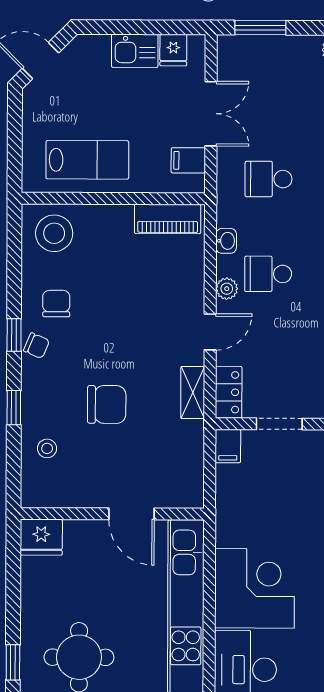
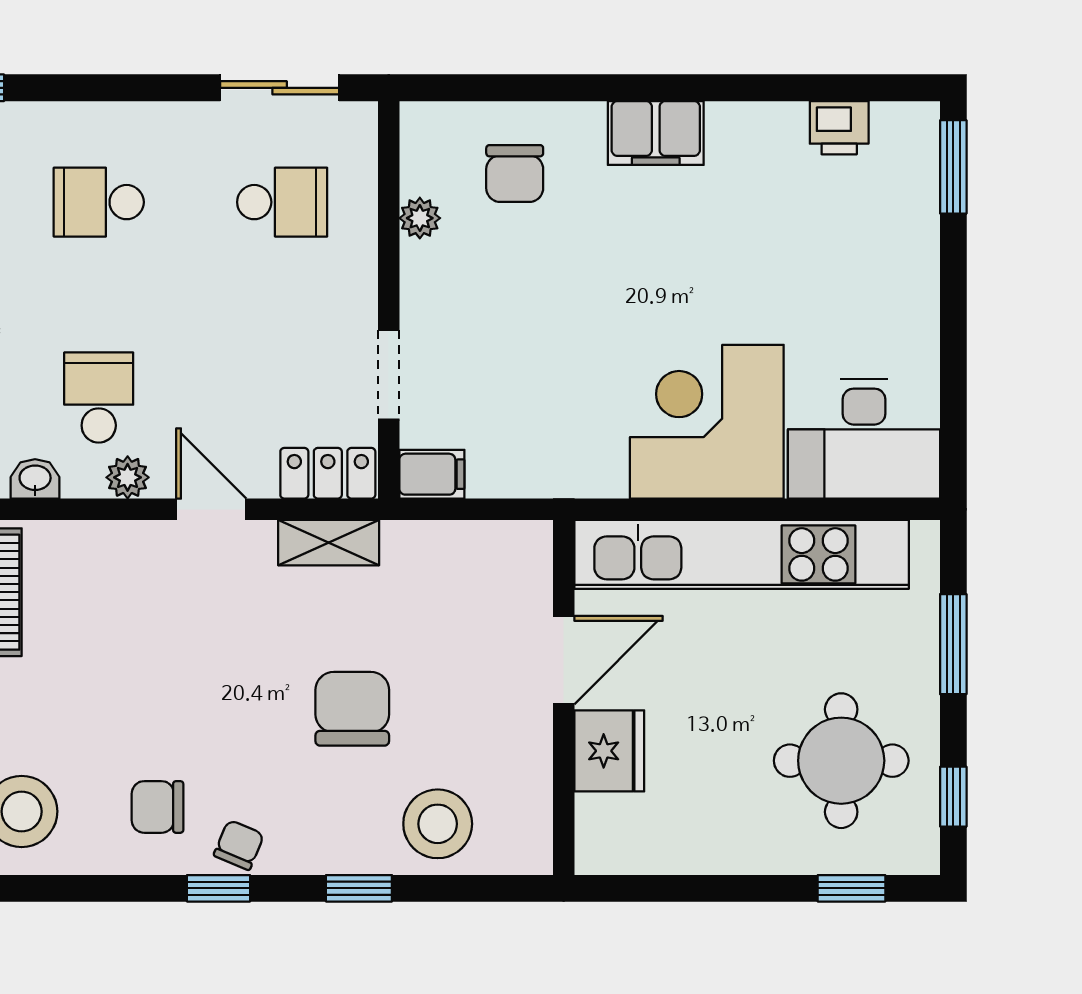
school desk: (268, 274) -> (99, 398), turned 180
stool: (47, 448) -> (438, 824), width x1.89, depth x1.89
fridge: (41, 537) -> (609, 751), moved

